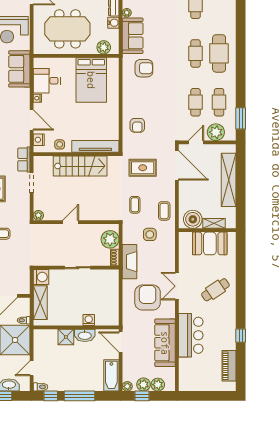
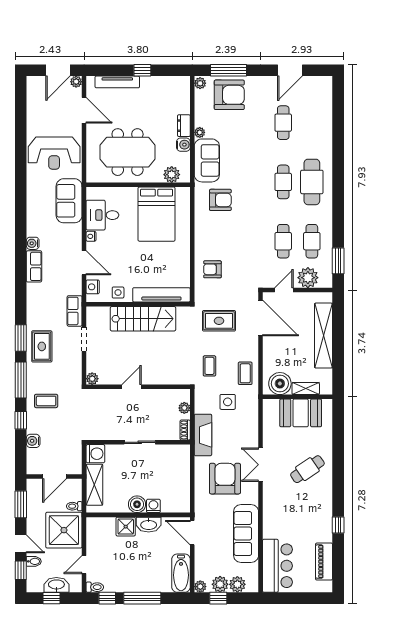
armchair: (137, 125) -> (212, 269), turned 90
plant: (110, 239) -> (184, 408), width x0.53, depth x0.53
boiler: (75, 319) -> (137, 504), added
bar counter: (191, 335) -> (277, 566), moved

